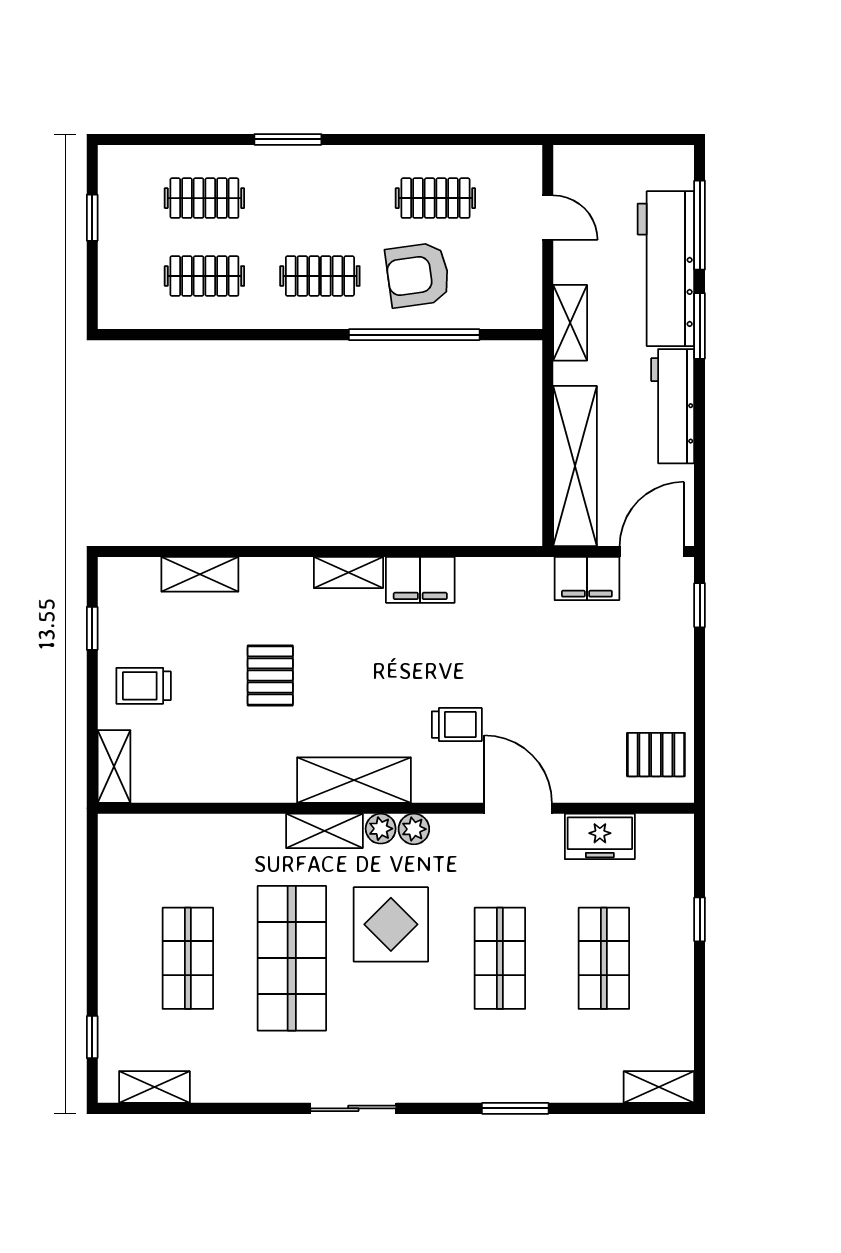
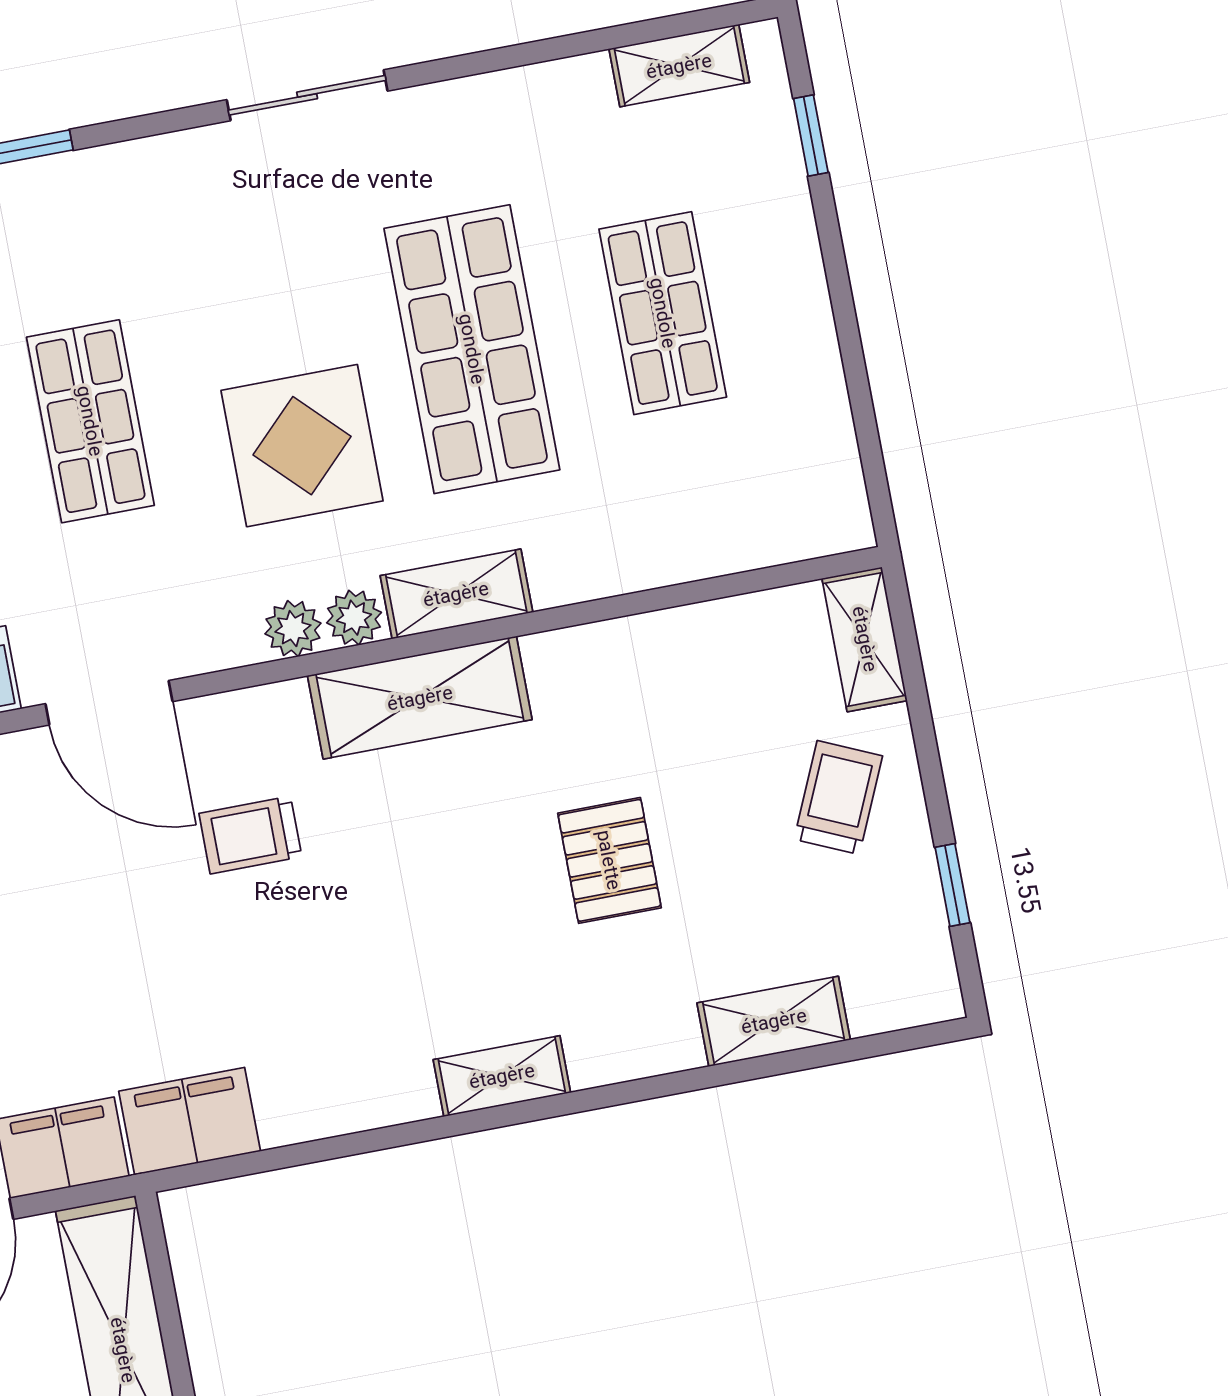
filing cabinet: (420, 580) -> (190, 1121), moved
trolley: (144, 686) -> (838, 797), turned -66

